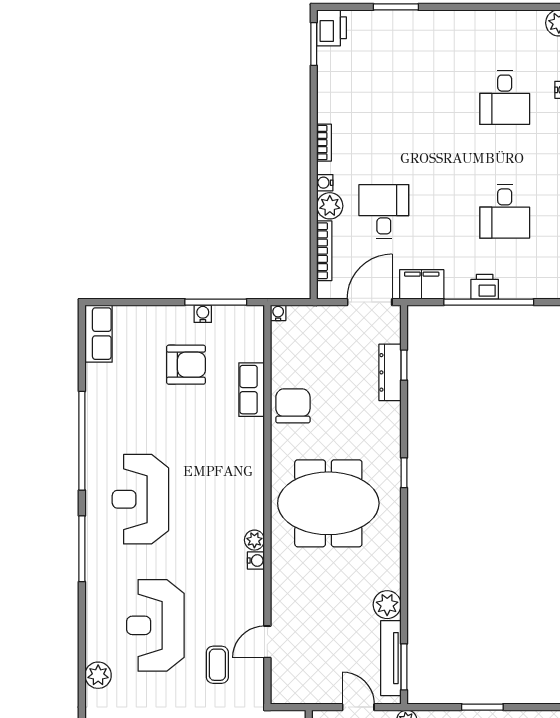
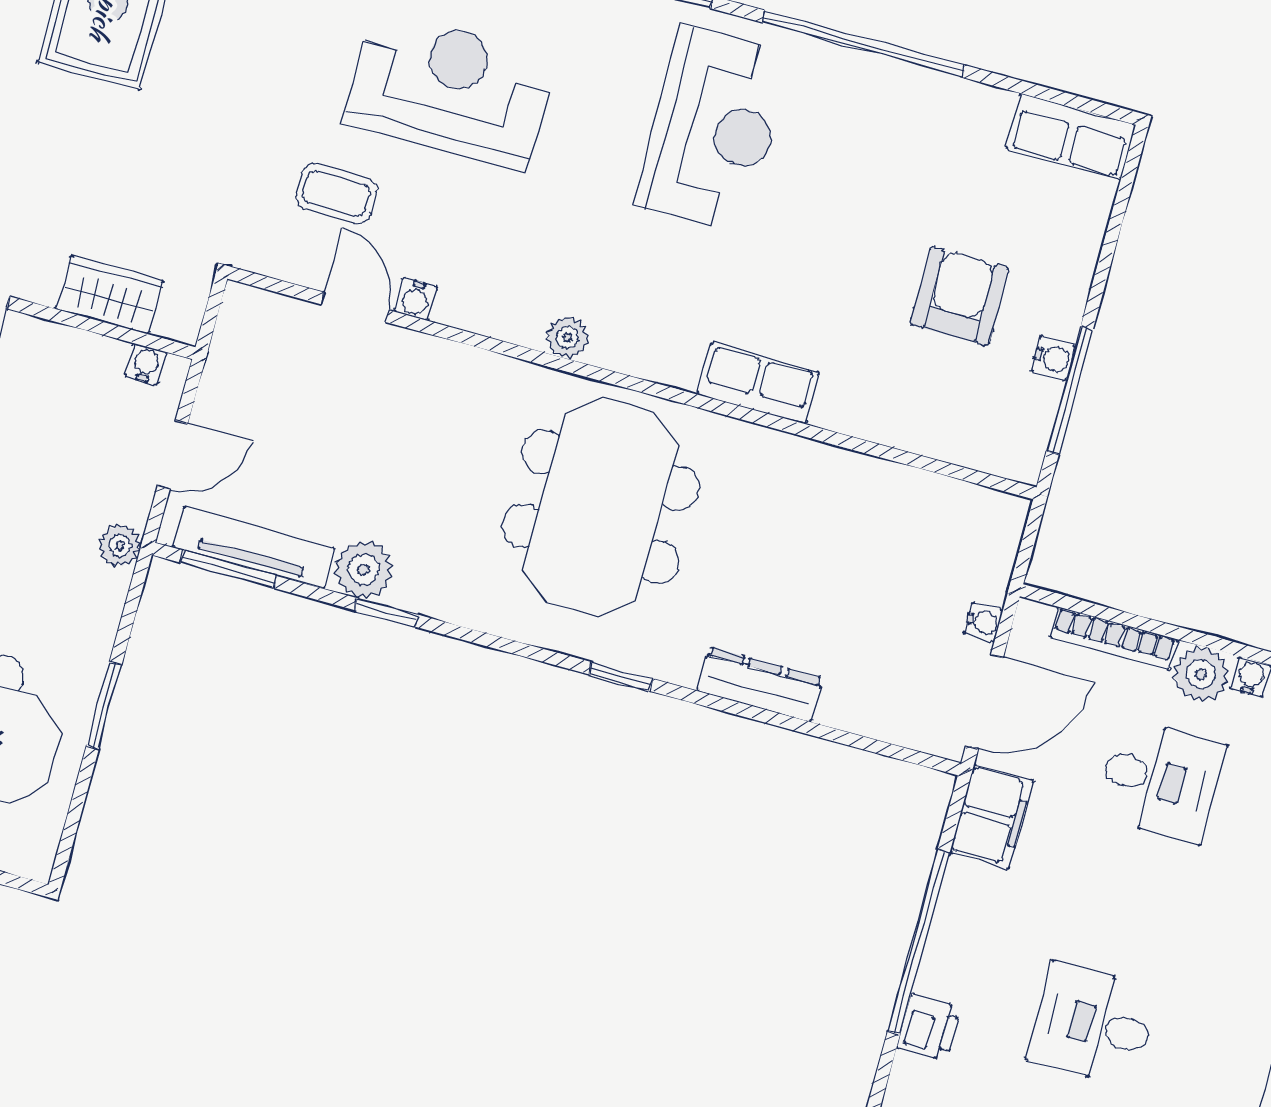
printer: (485, 287) -> (929, 1027), moved
door: (370, 302) -> (985, 702), hinge flipped
water cooler: (278, 313) -> (983, 622), moved
armchair: (186, 365) -> (960, 296), turned 180
window: (404, 365) -> (387, 613), moved
dresser: (390, 372) -> (760, 684), moved
row of seats: (252, 390) -> (759, 383), moved
chair: (293, 406) -> (817, 489), removed
reception desk: (140, 499) -> (713, 130), turned 90
water cooler: (256, 560) -> (416, 299), moved

